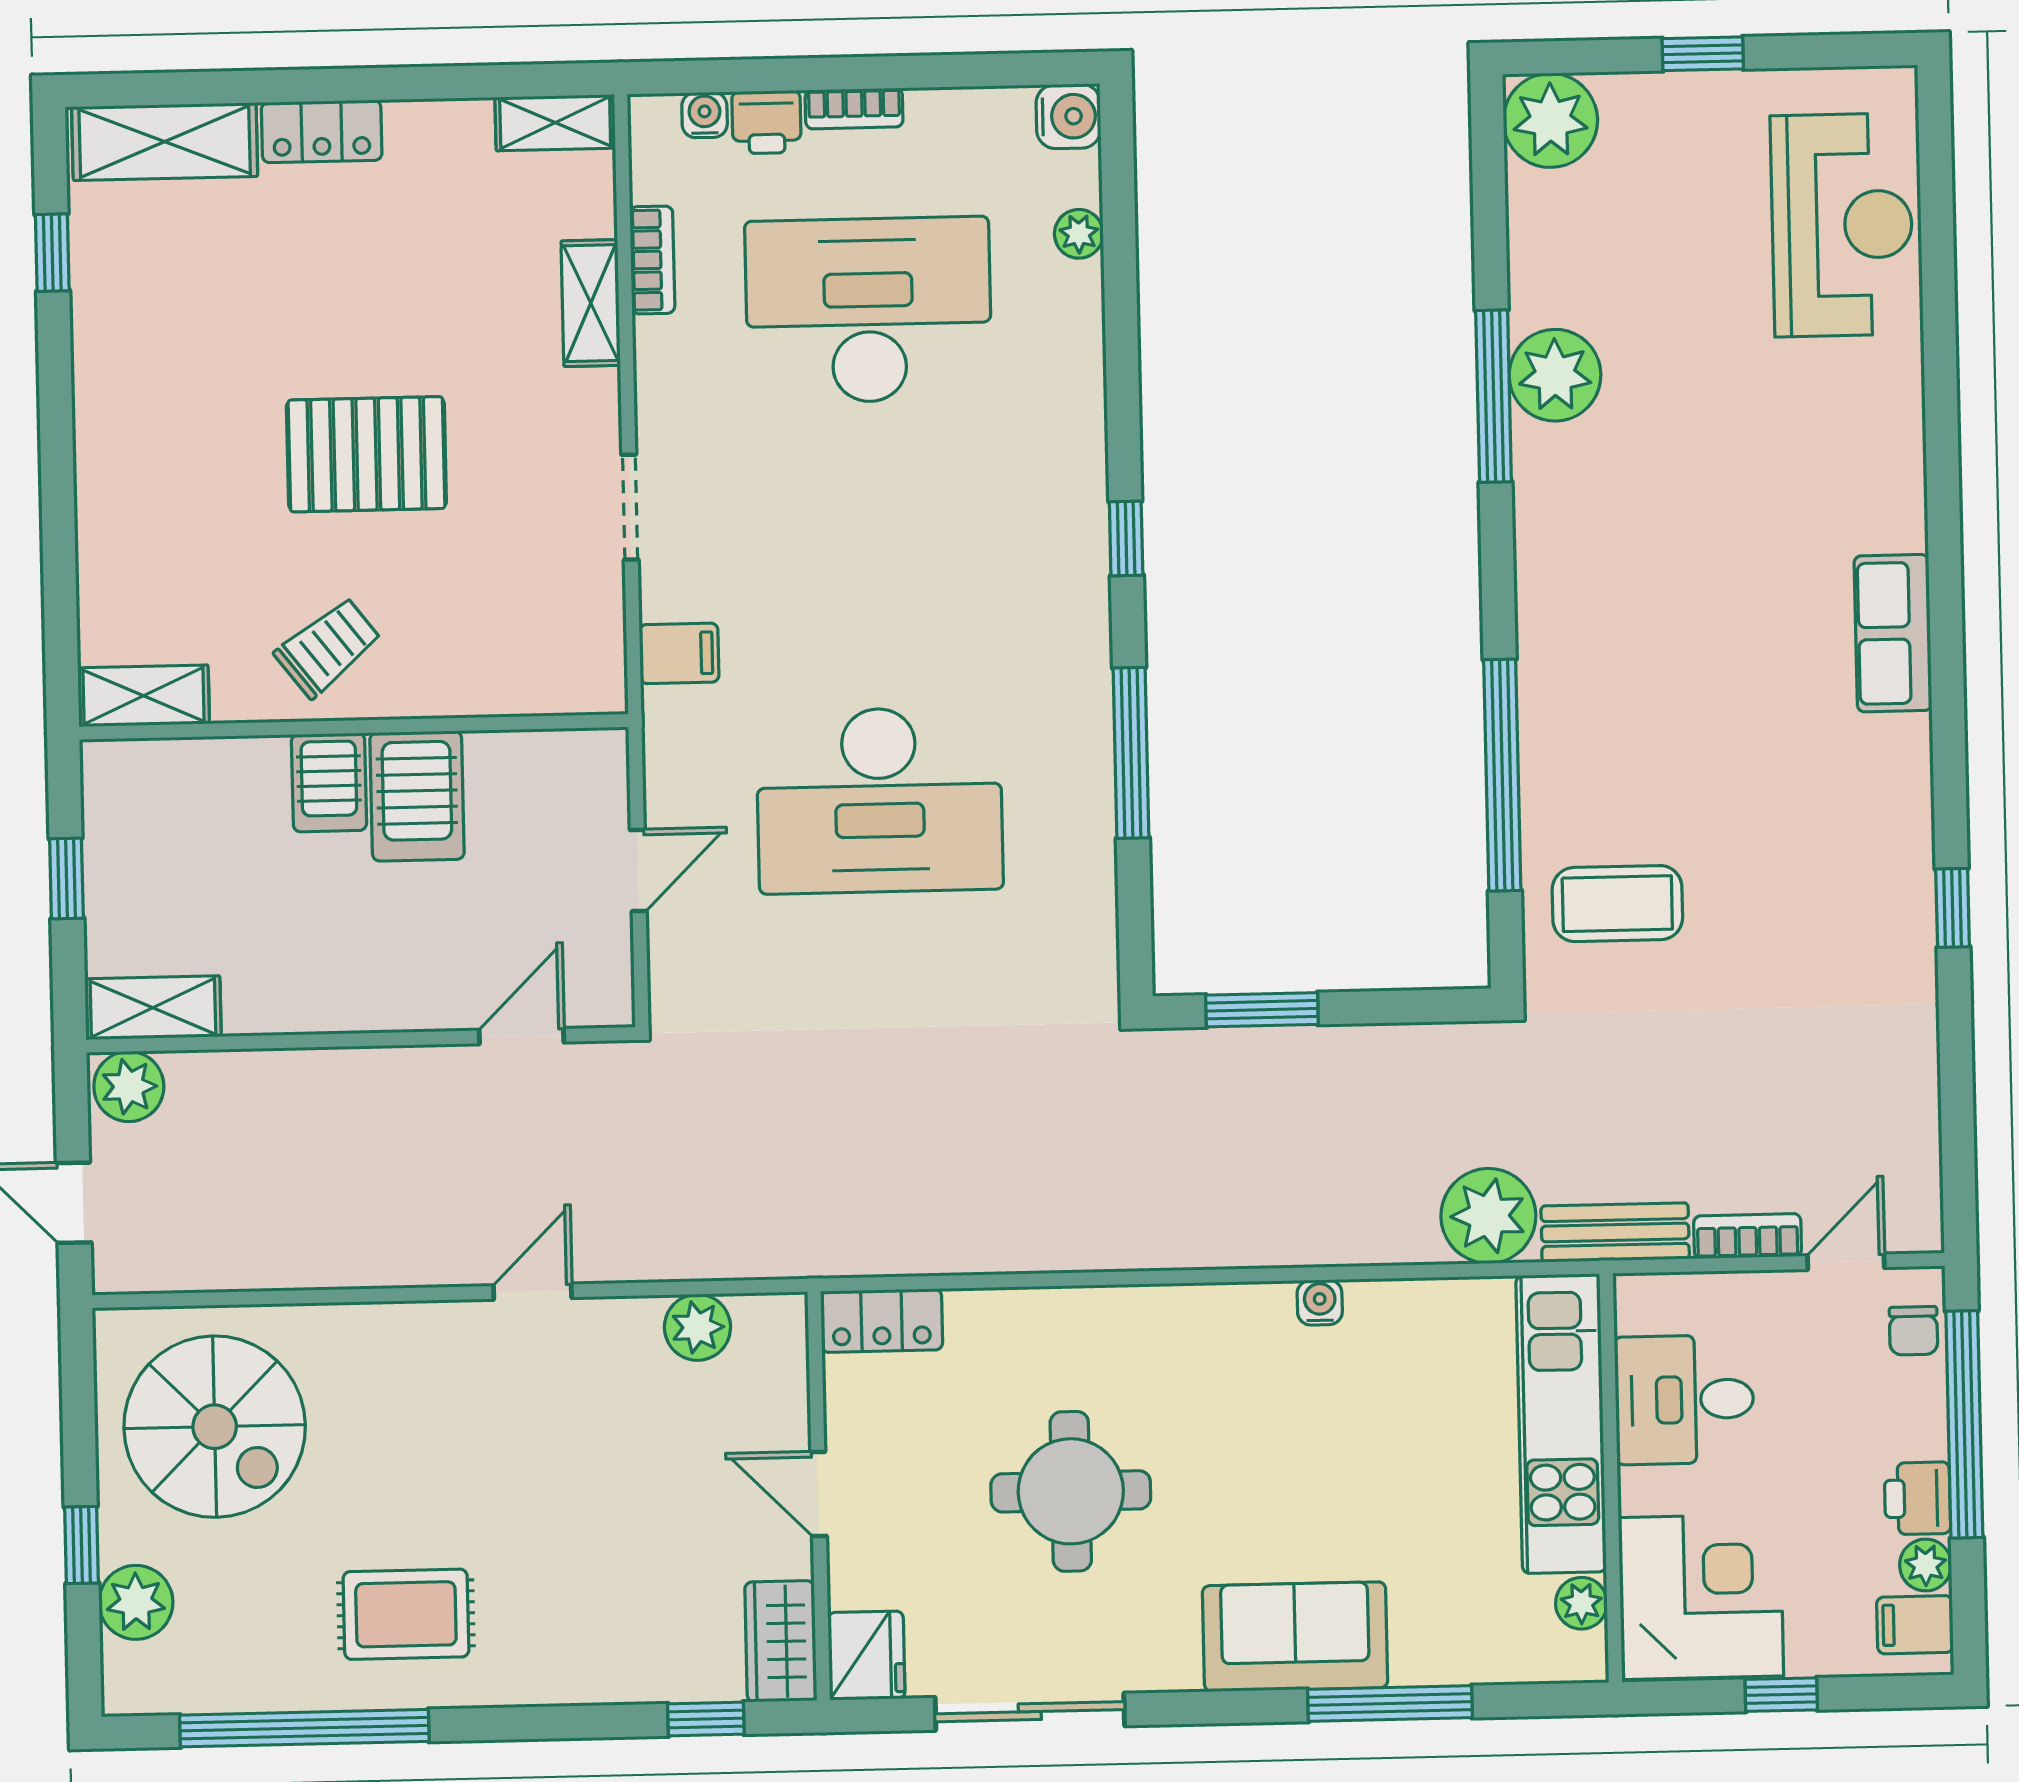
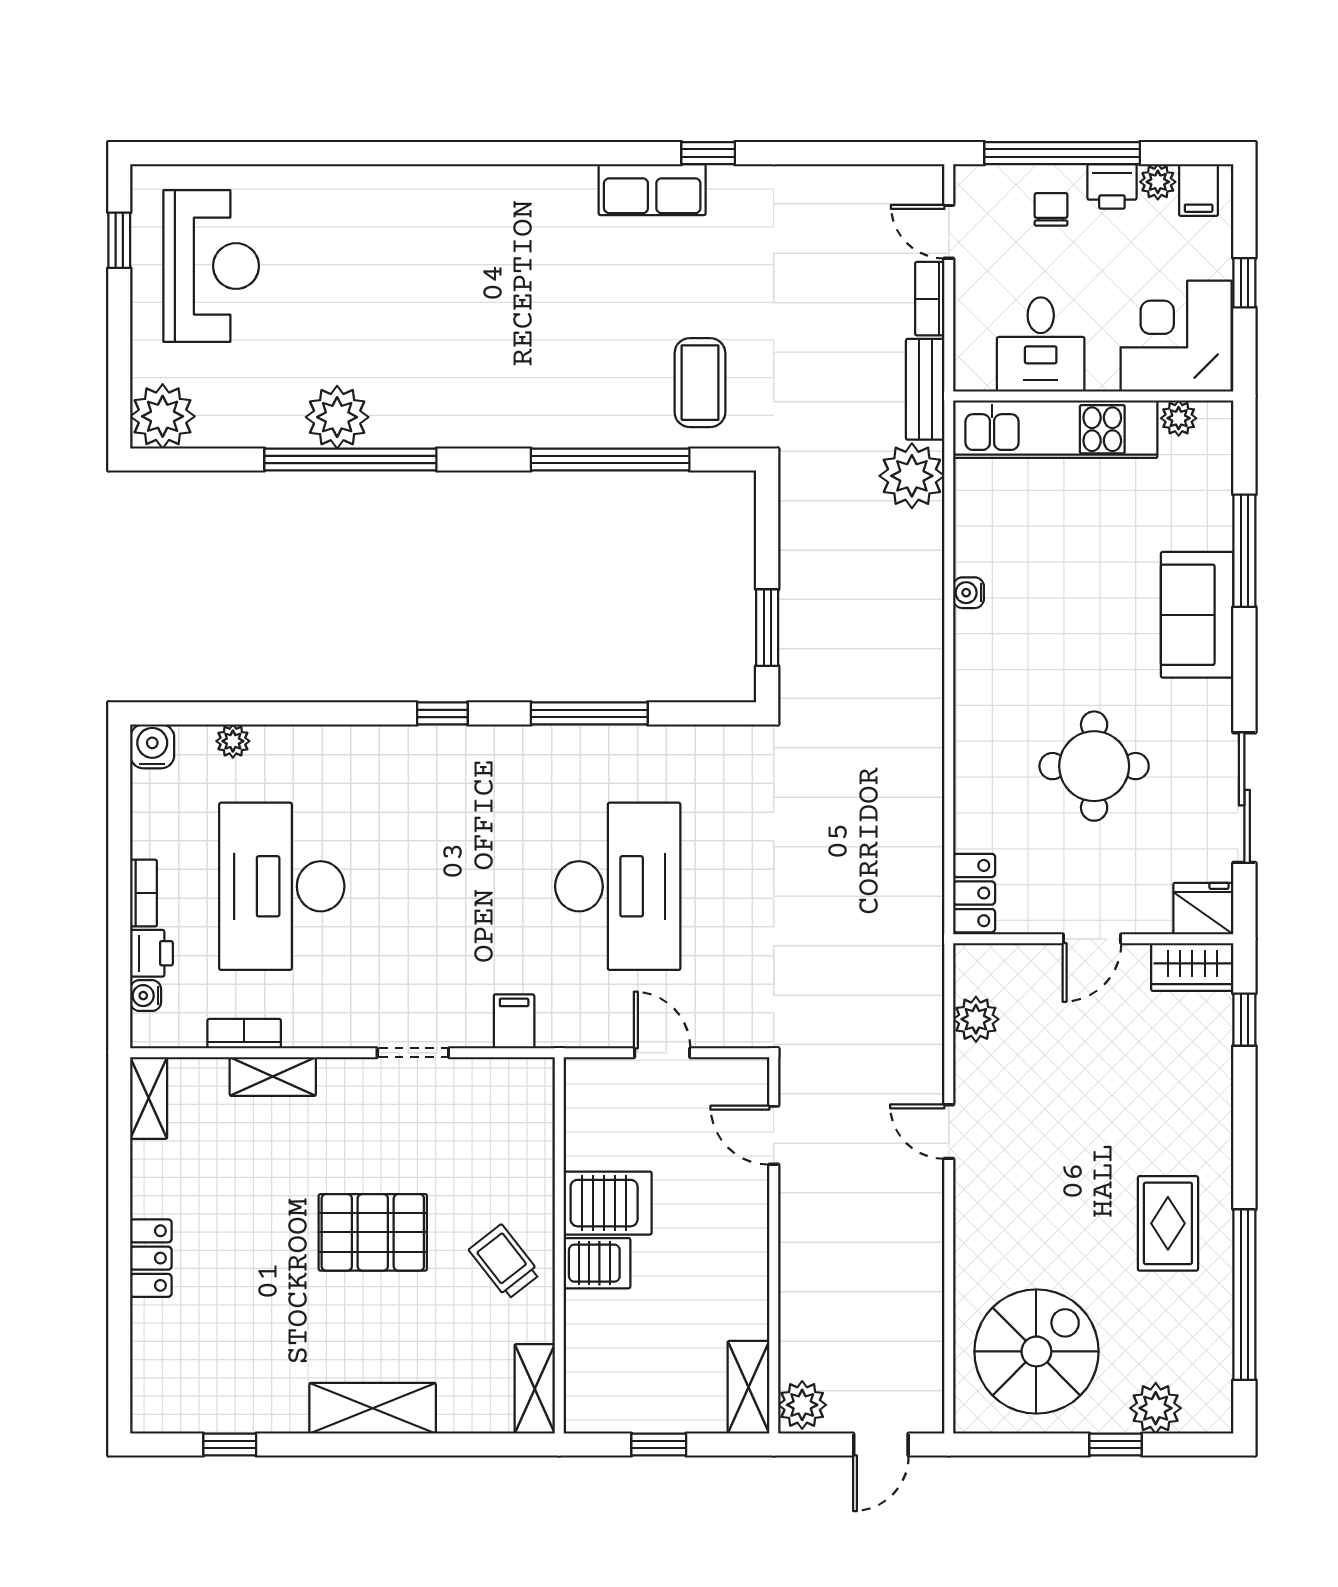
window: (1703, 54) -> (119, 240), moved
shelving: (165, 142) -> (373, 1408), moved, turned 90
reception desk: (1842, 225) -> (211, 266), moved, turned 90
window: (1494, 396) -> (350, 460), width x1.46
pallet: (366, 454) -> (373, 1232), turned 90
row of seats: (1893, 633) -> (652, 190), moved
chair: (1914, 1331) -> (1051, 209), moved, turned -90

